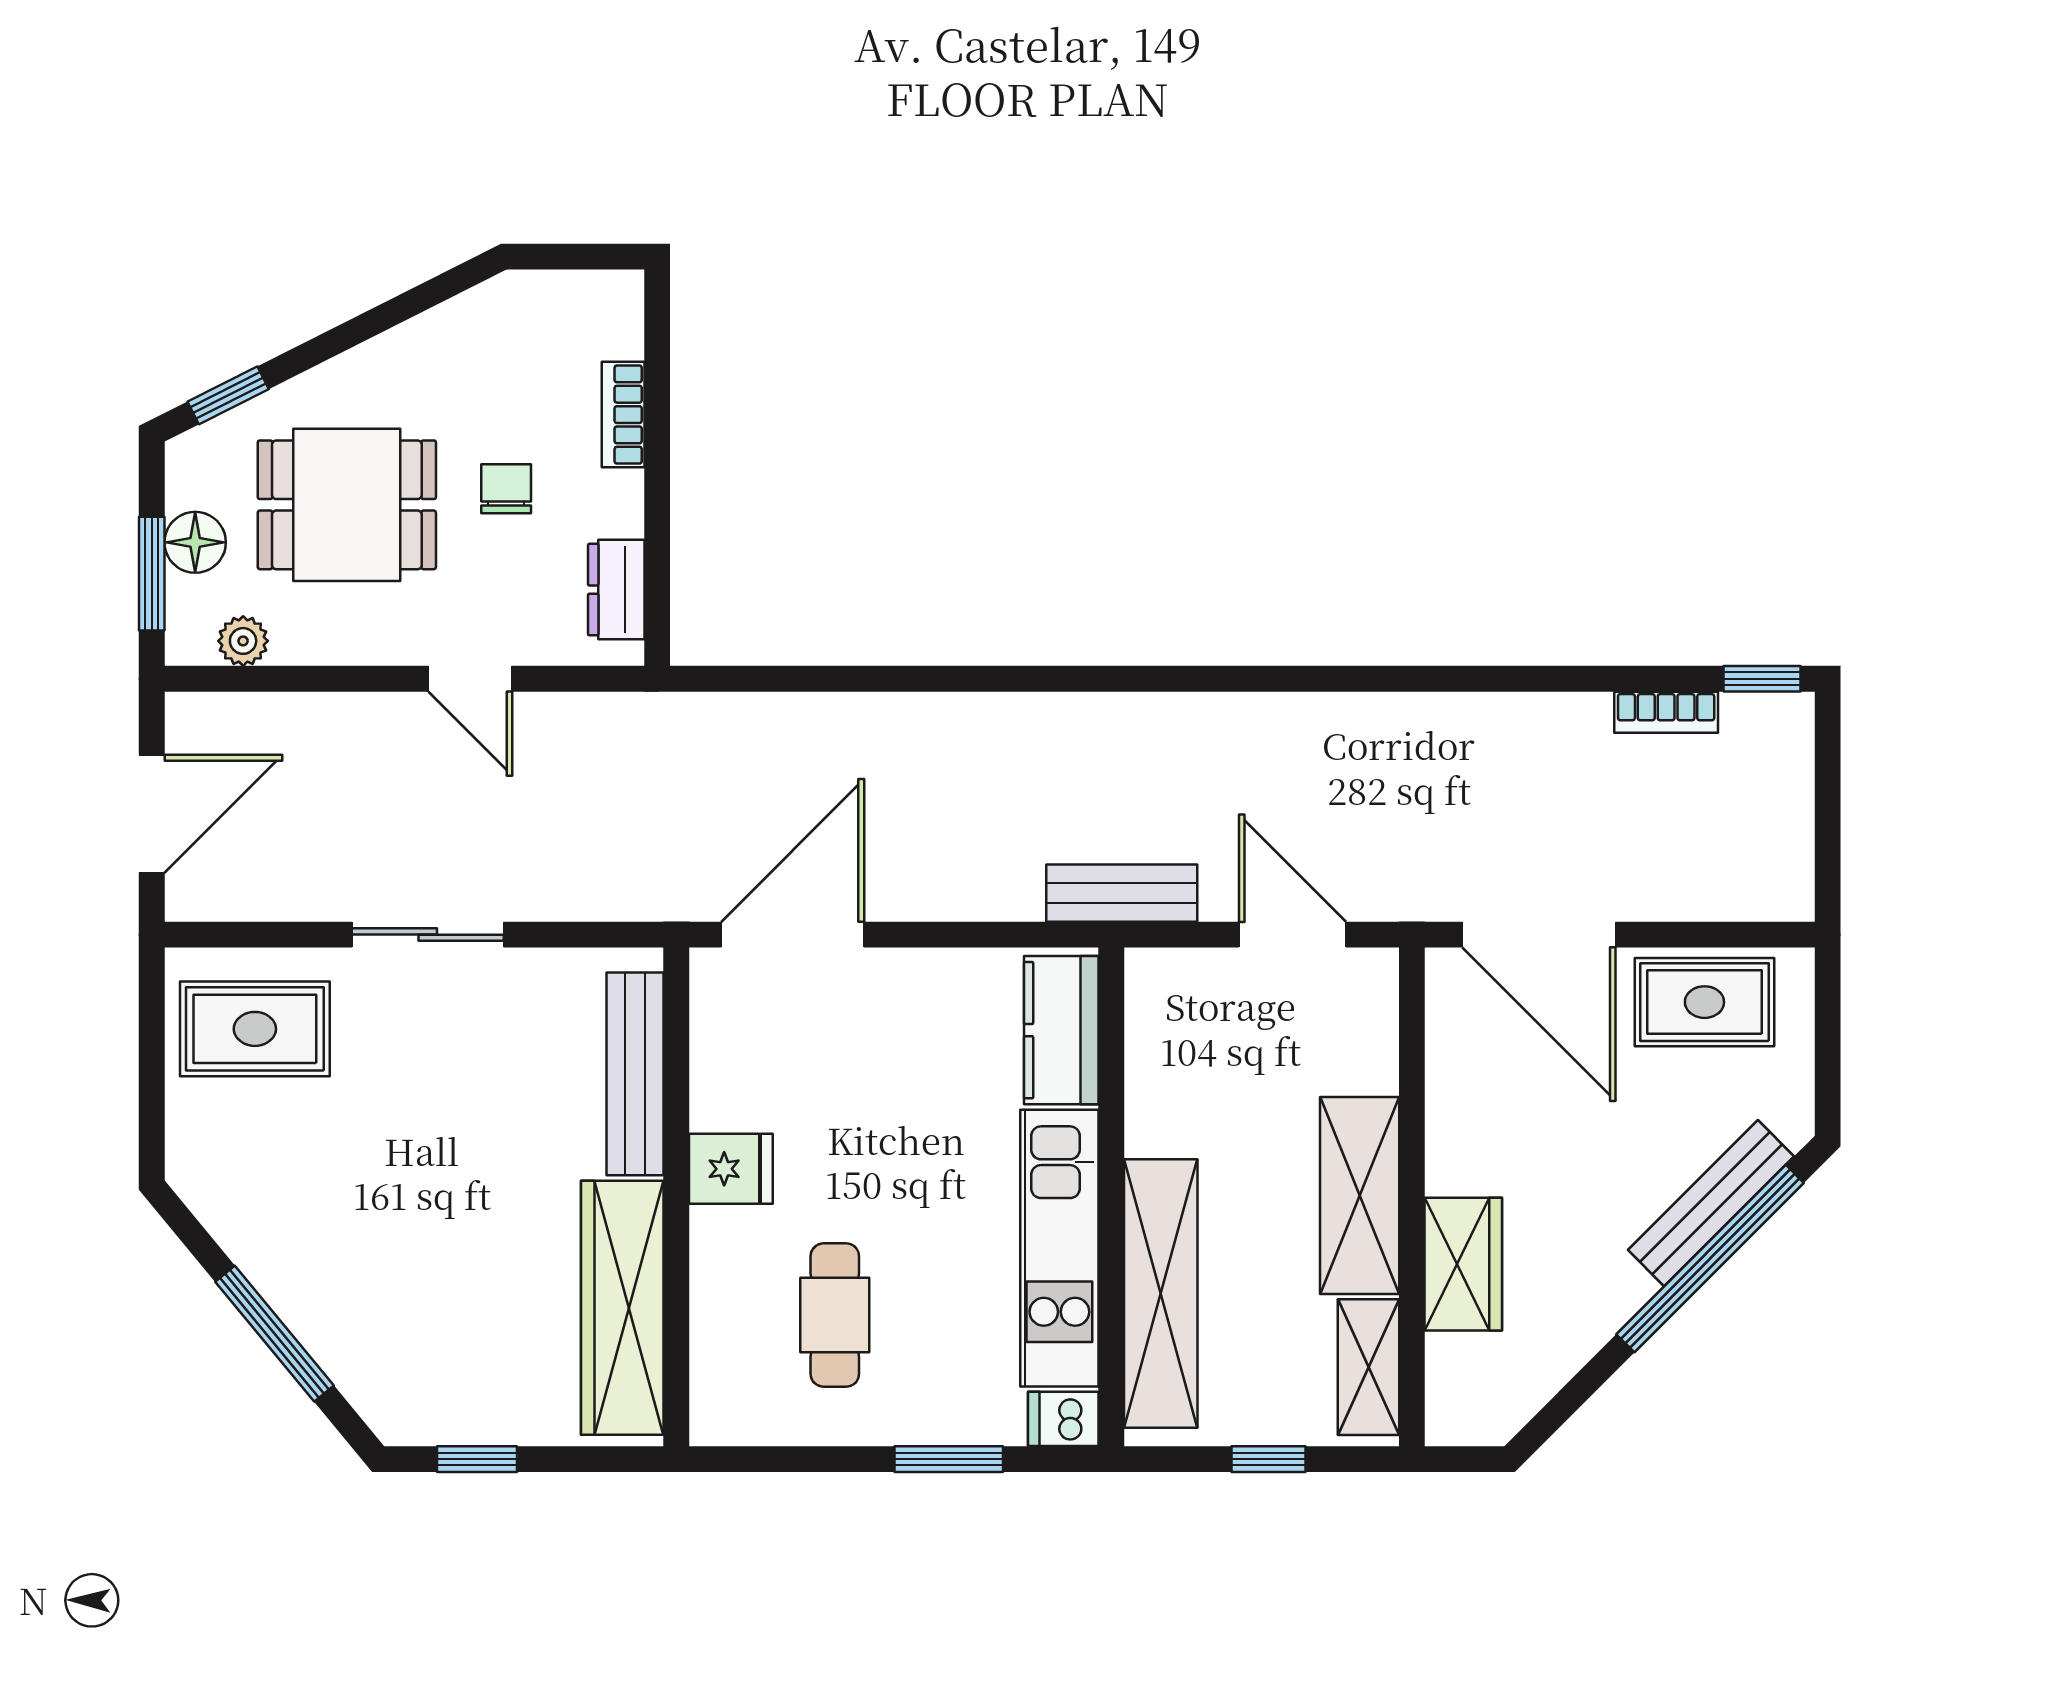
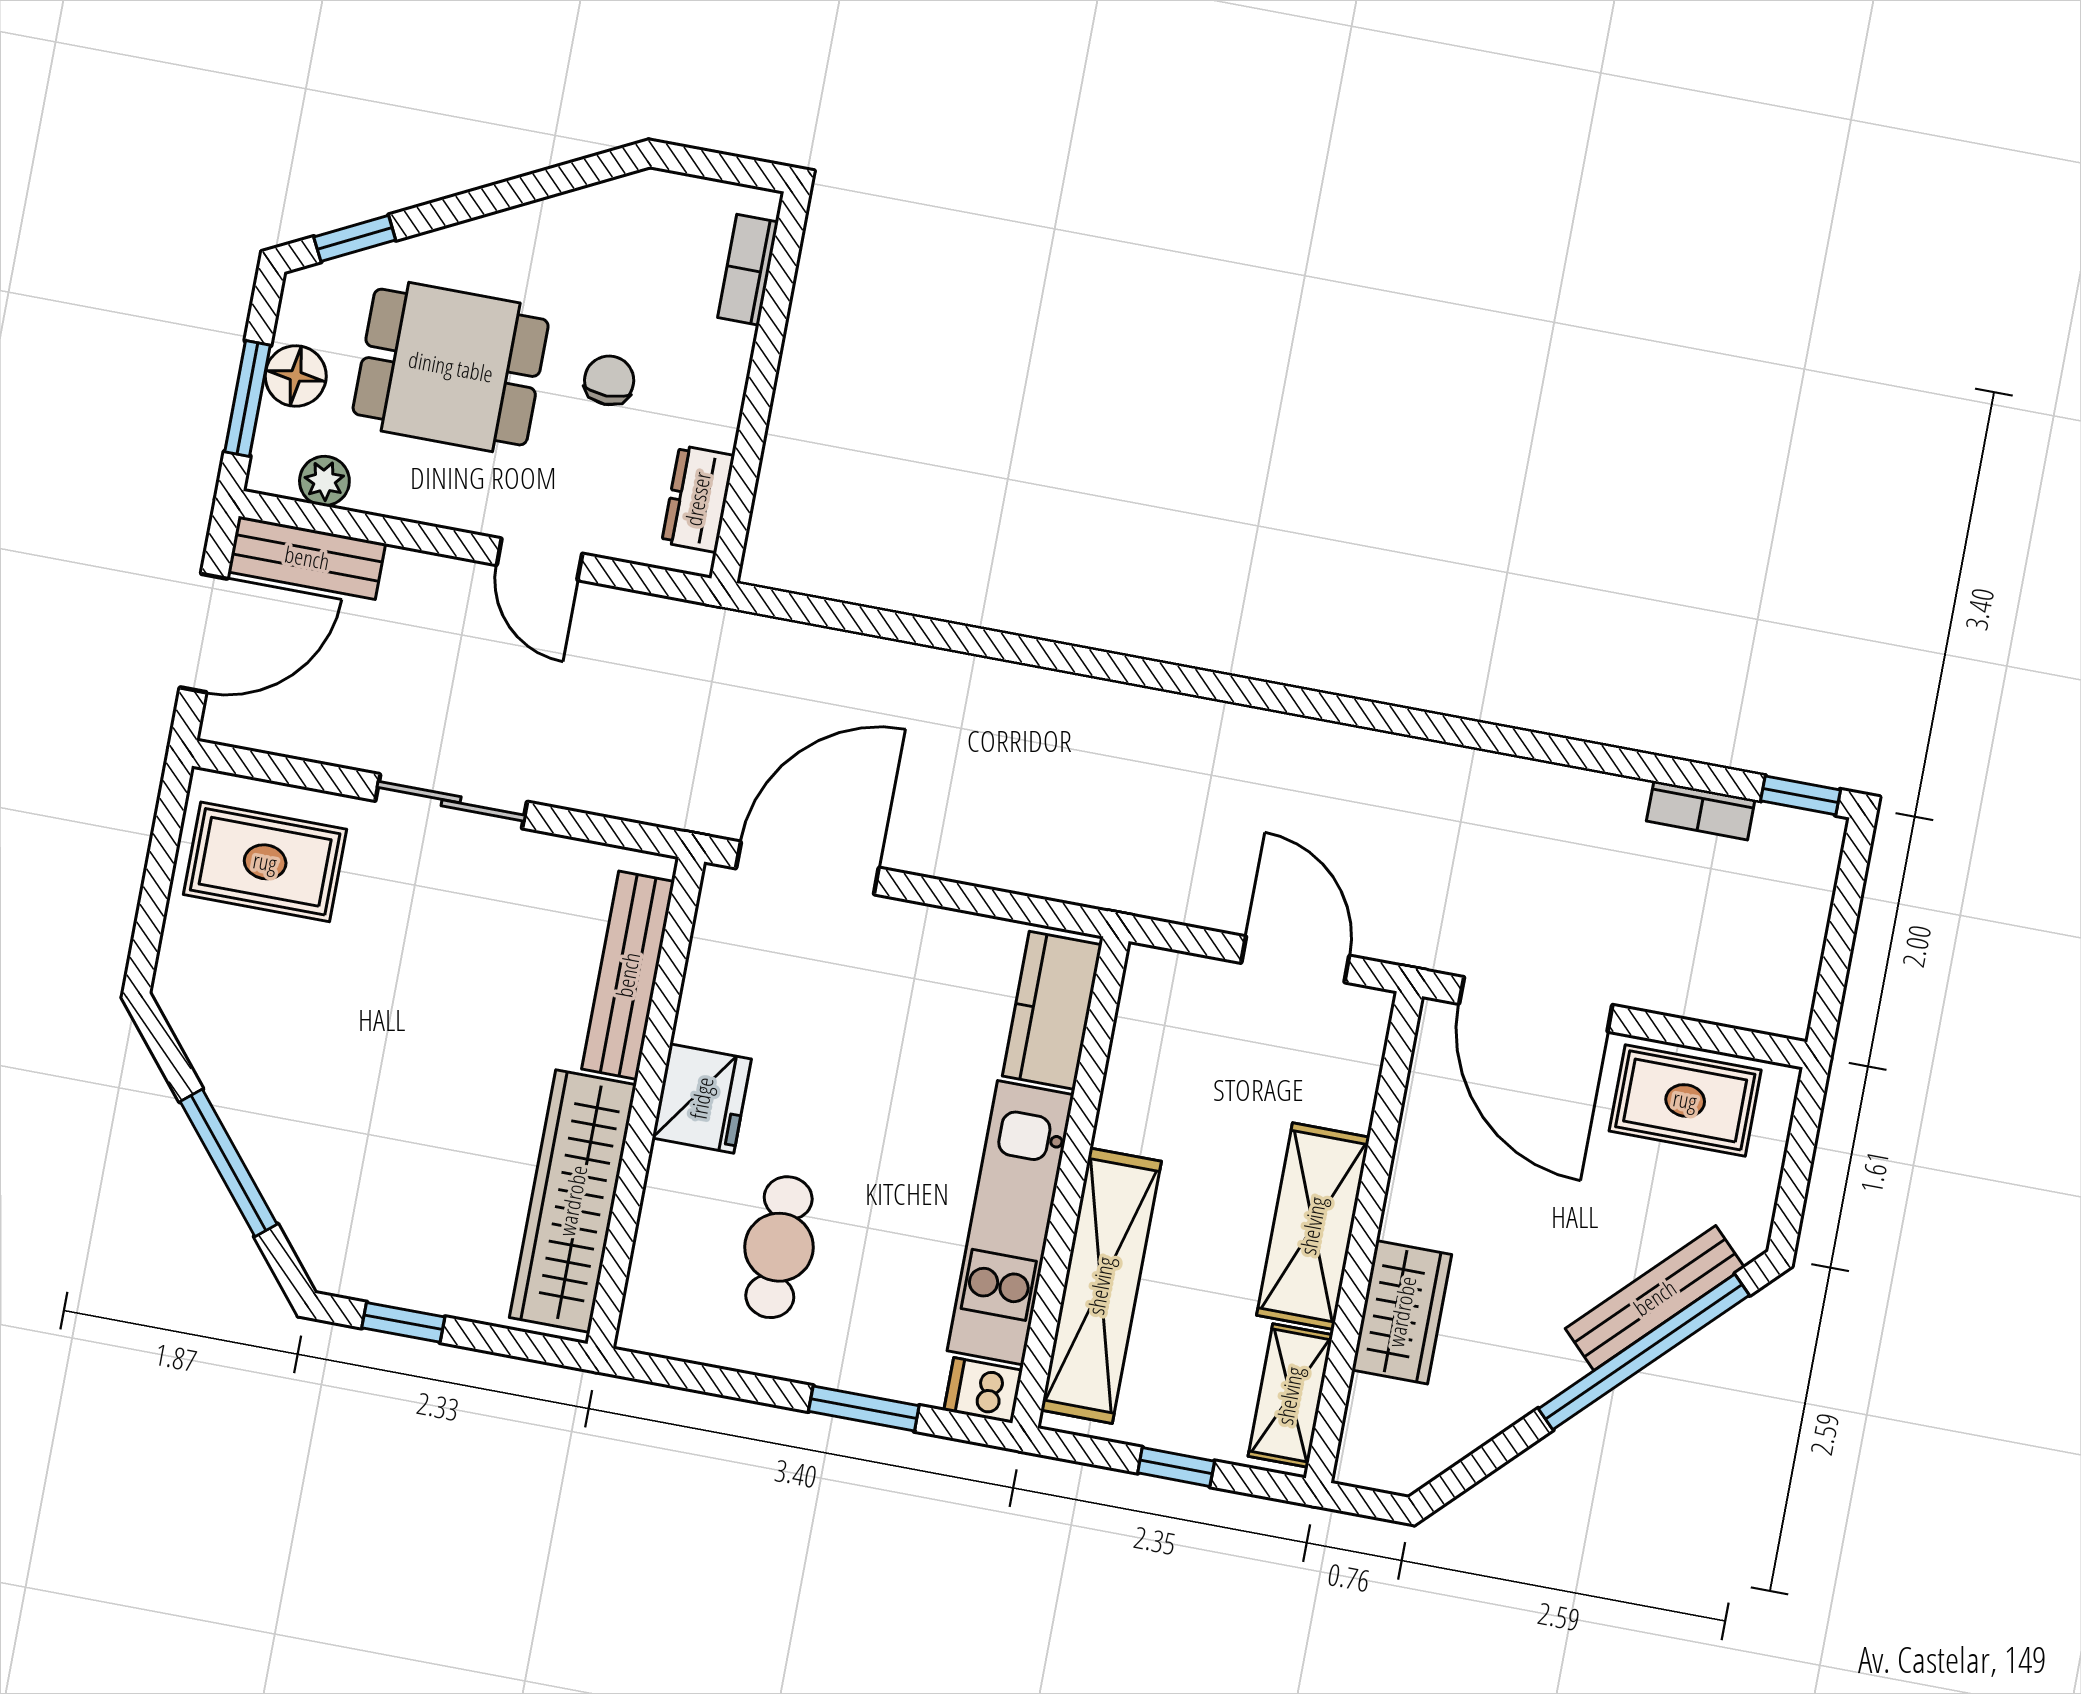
bookcase: (623, 415) -> (748, 270), moved
bench: (1122, 893) -> (307, 558), moved
fridge: (731, 1169) -> (702, 1098), width x1.38

